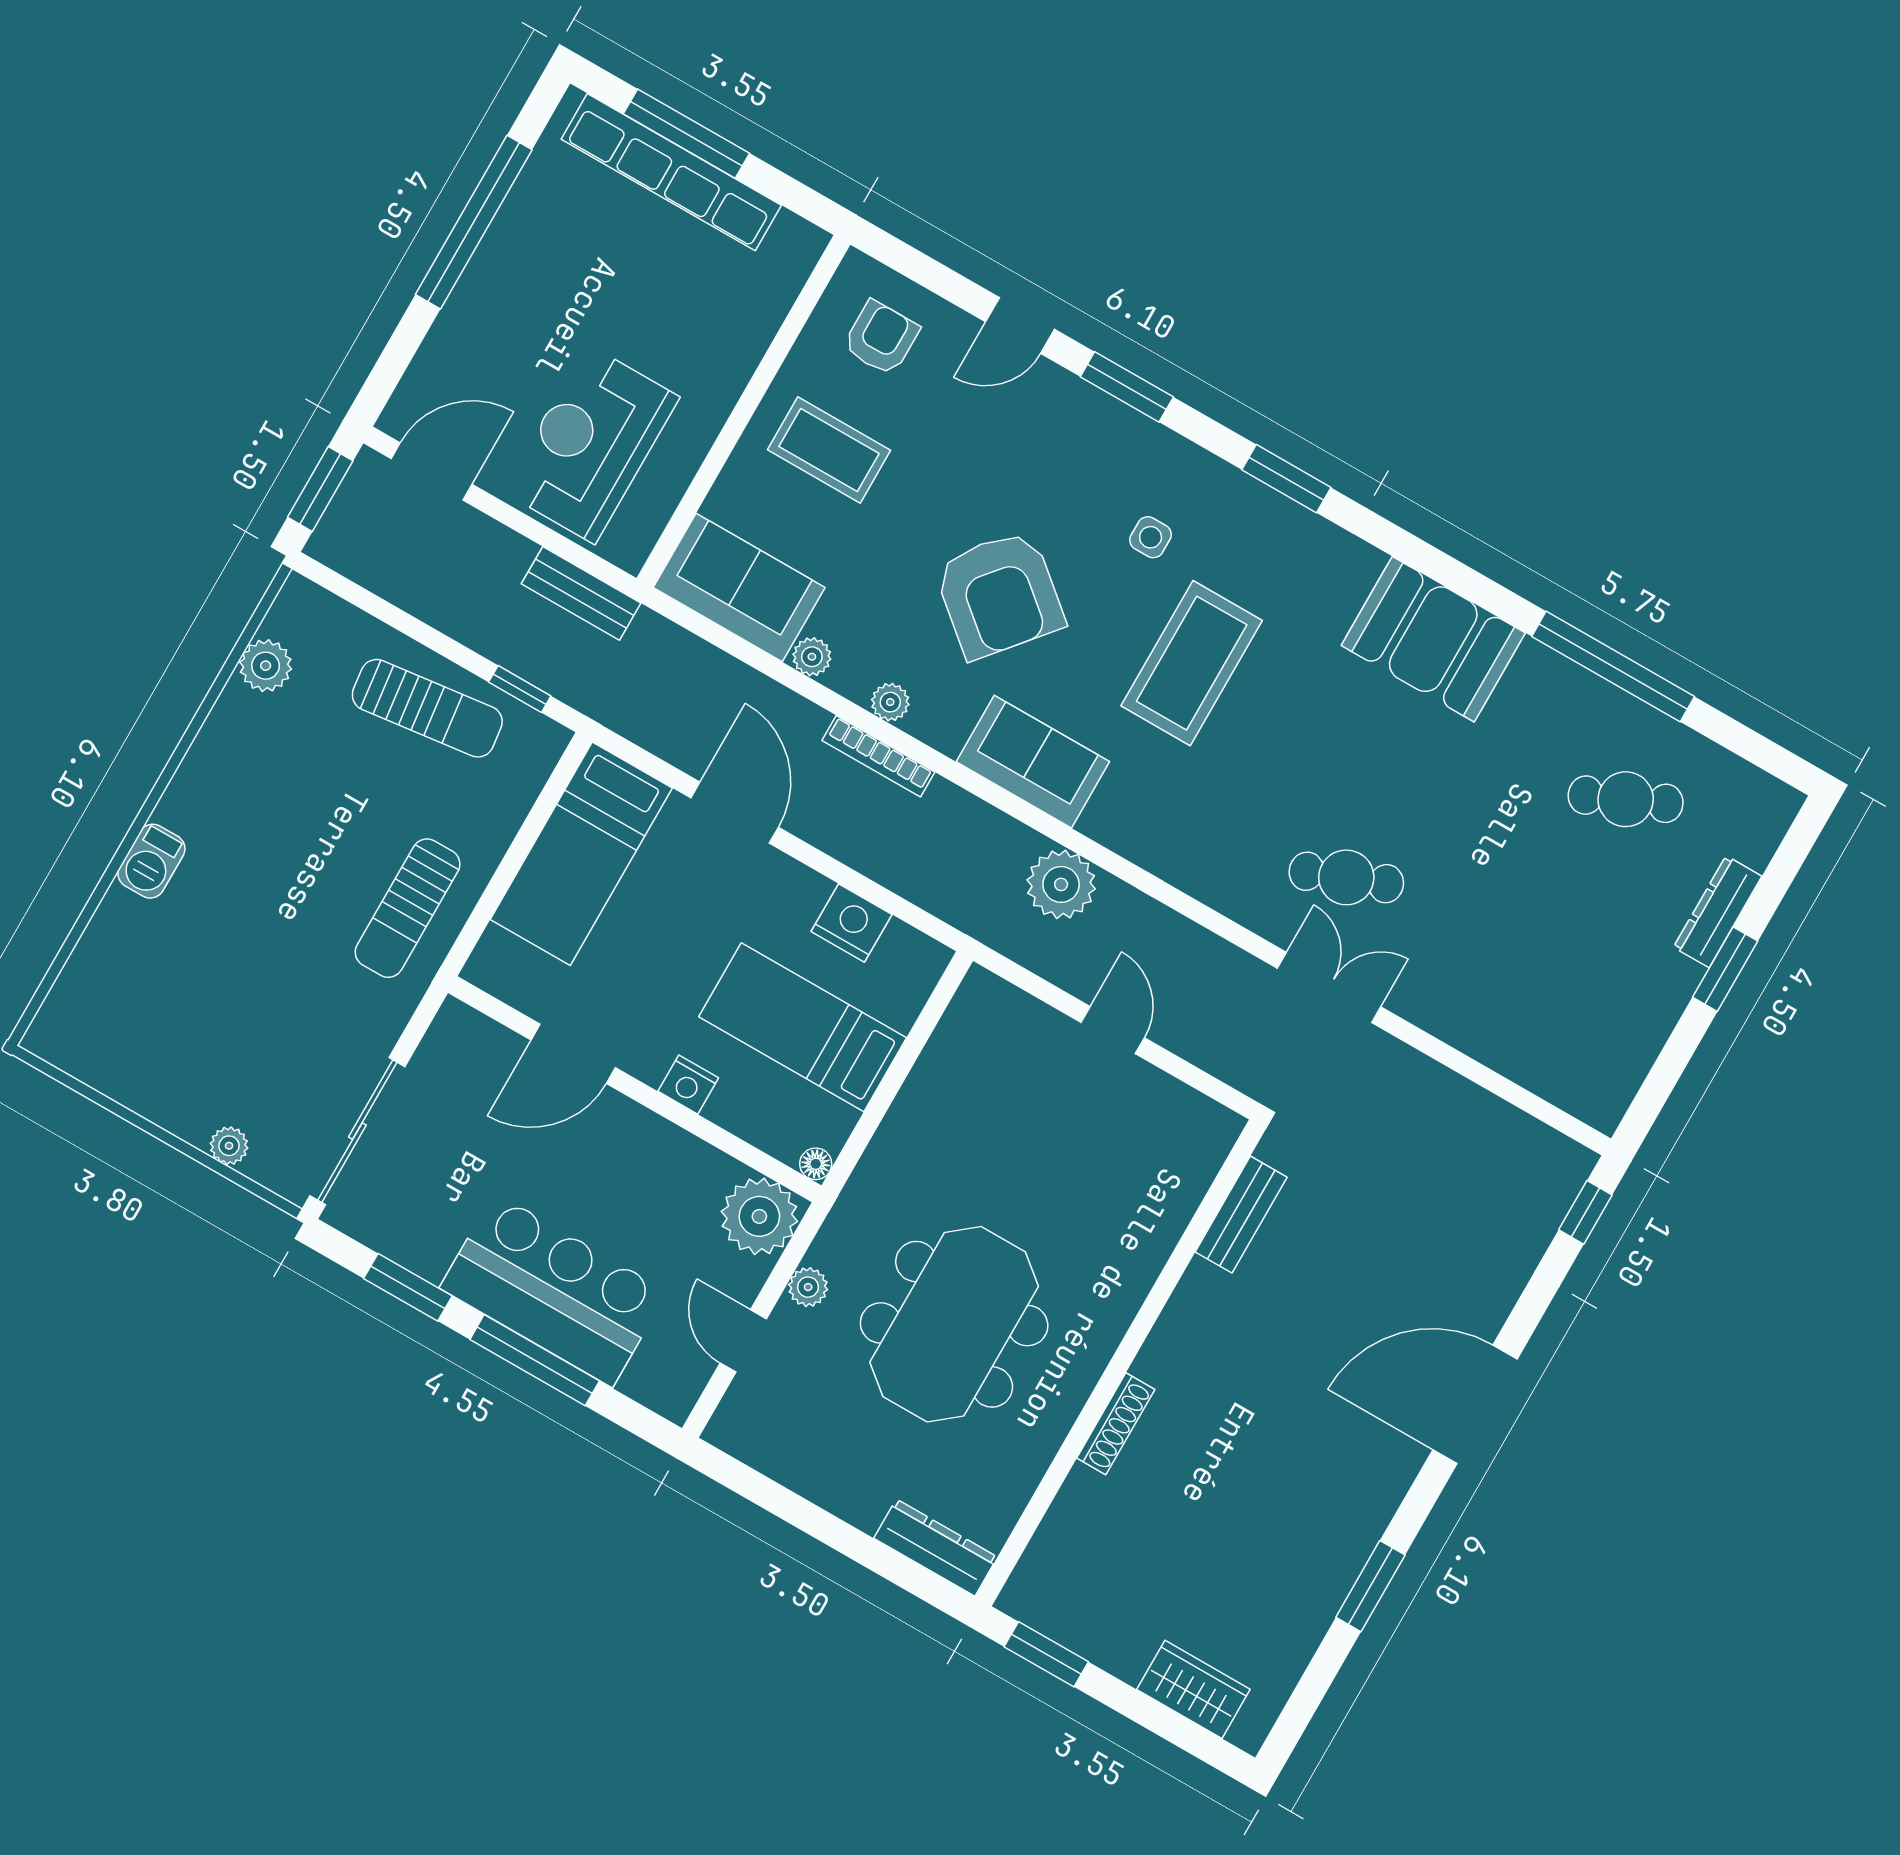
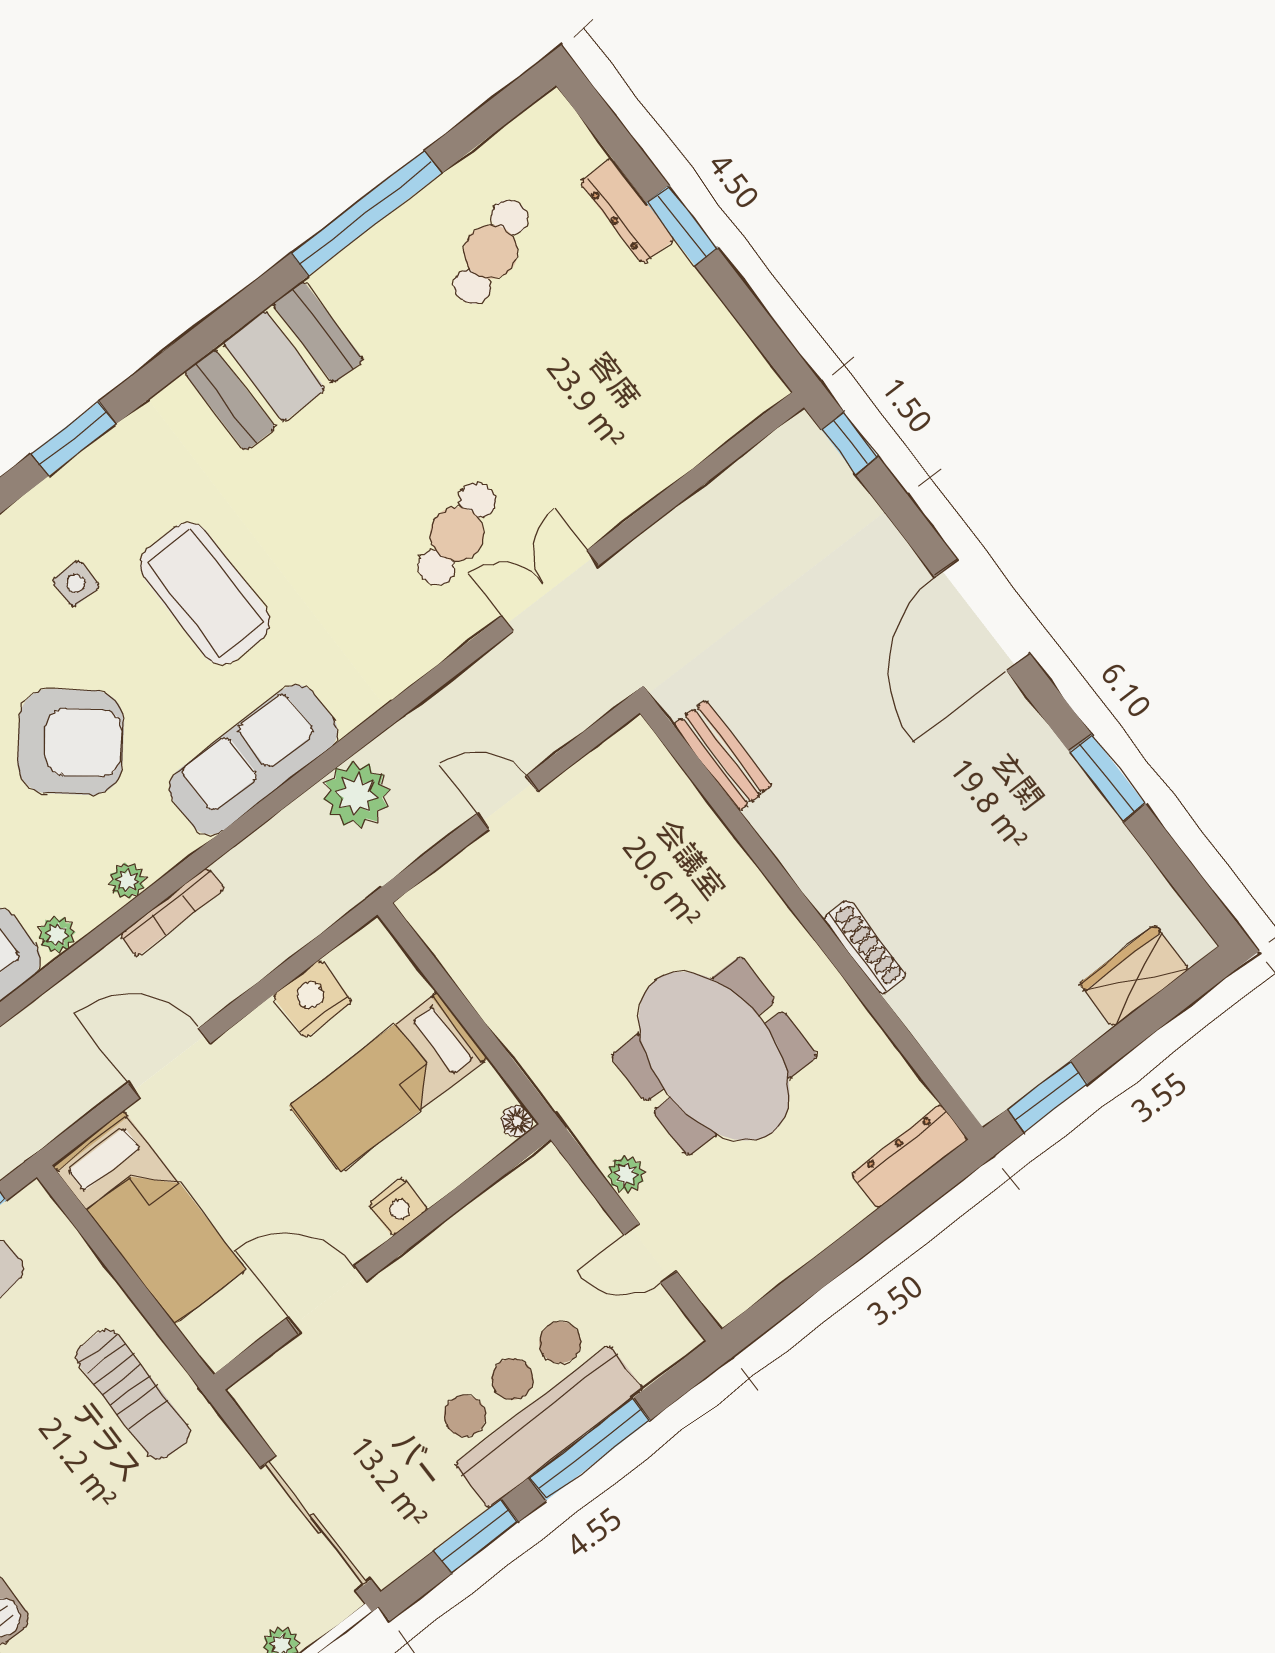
sofa: (1033, 762) -> (253, 760), width x1.36
door: (573, 1054) -> (327, 1299), swing flipped
plant: (759, 1216) -> (544, 1192), removed

